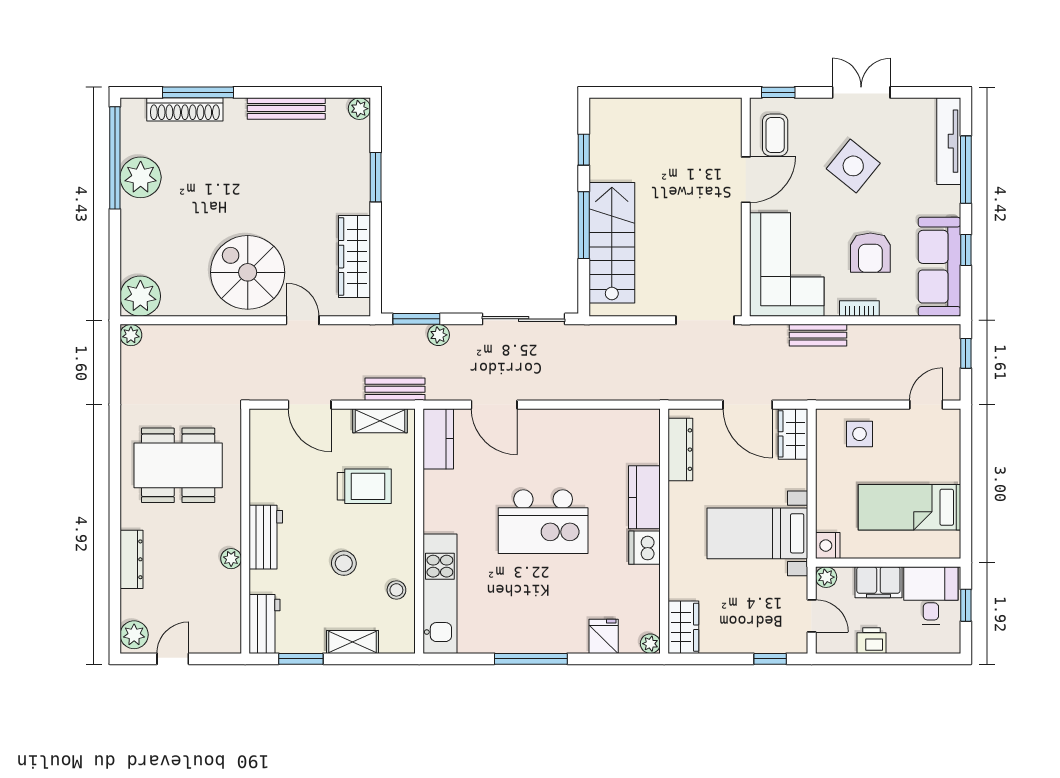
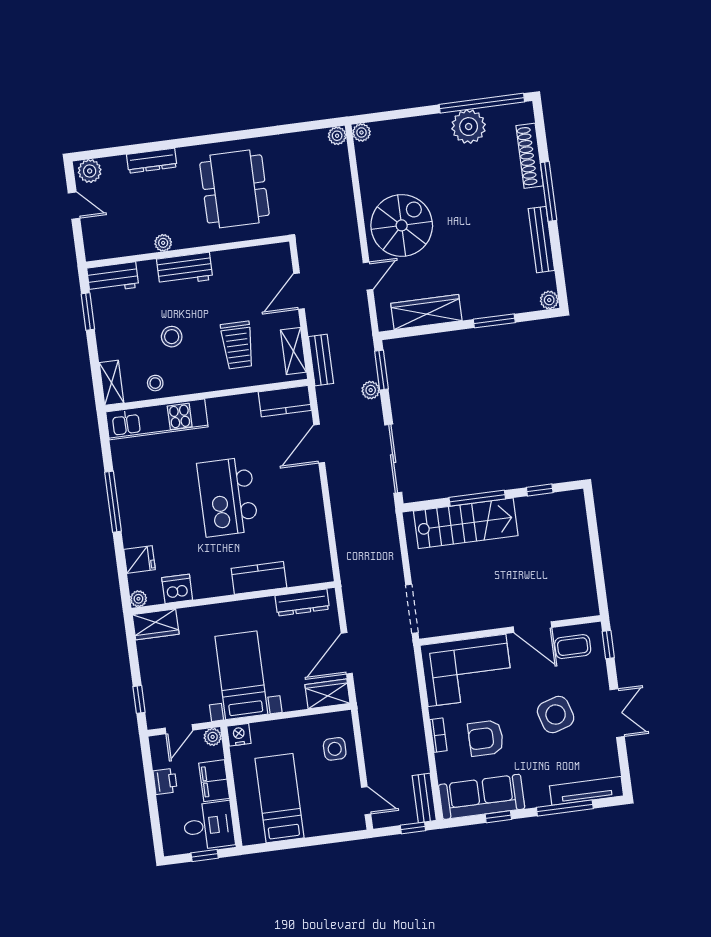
window: (198, 92) -> (549, 191), moved
side table: (853, 166) -> (556, 715), turned 34
plant: (140, 296) -> (361, 132), width x0.53, depth x0.53
bench: (818, 335) -> (424, 798), moved
dishwasher: (645, 548) -> (177, 589), moved
shelving: (352, 642) -> (112, 383), moved

